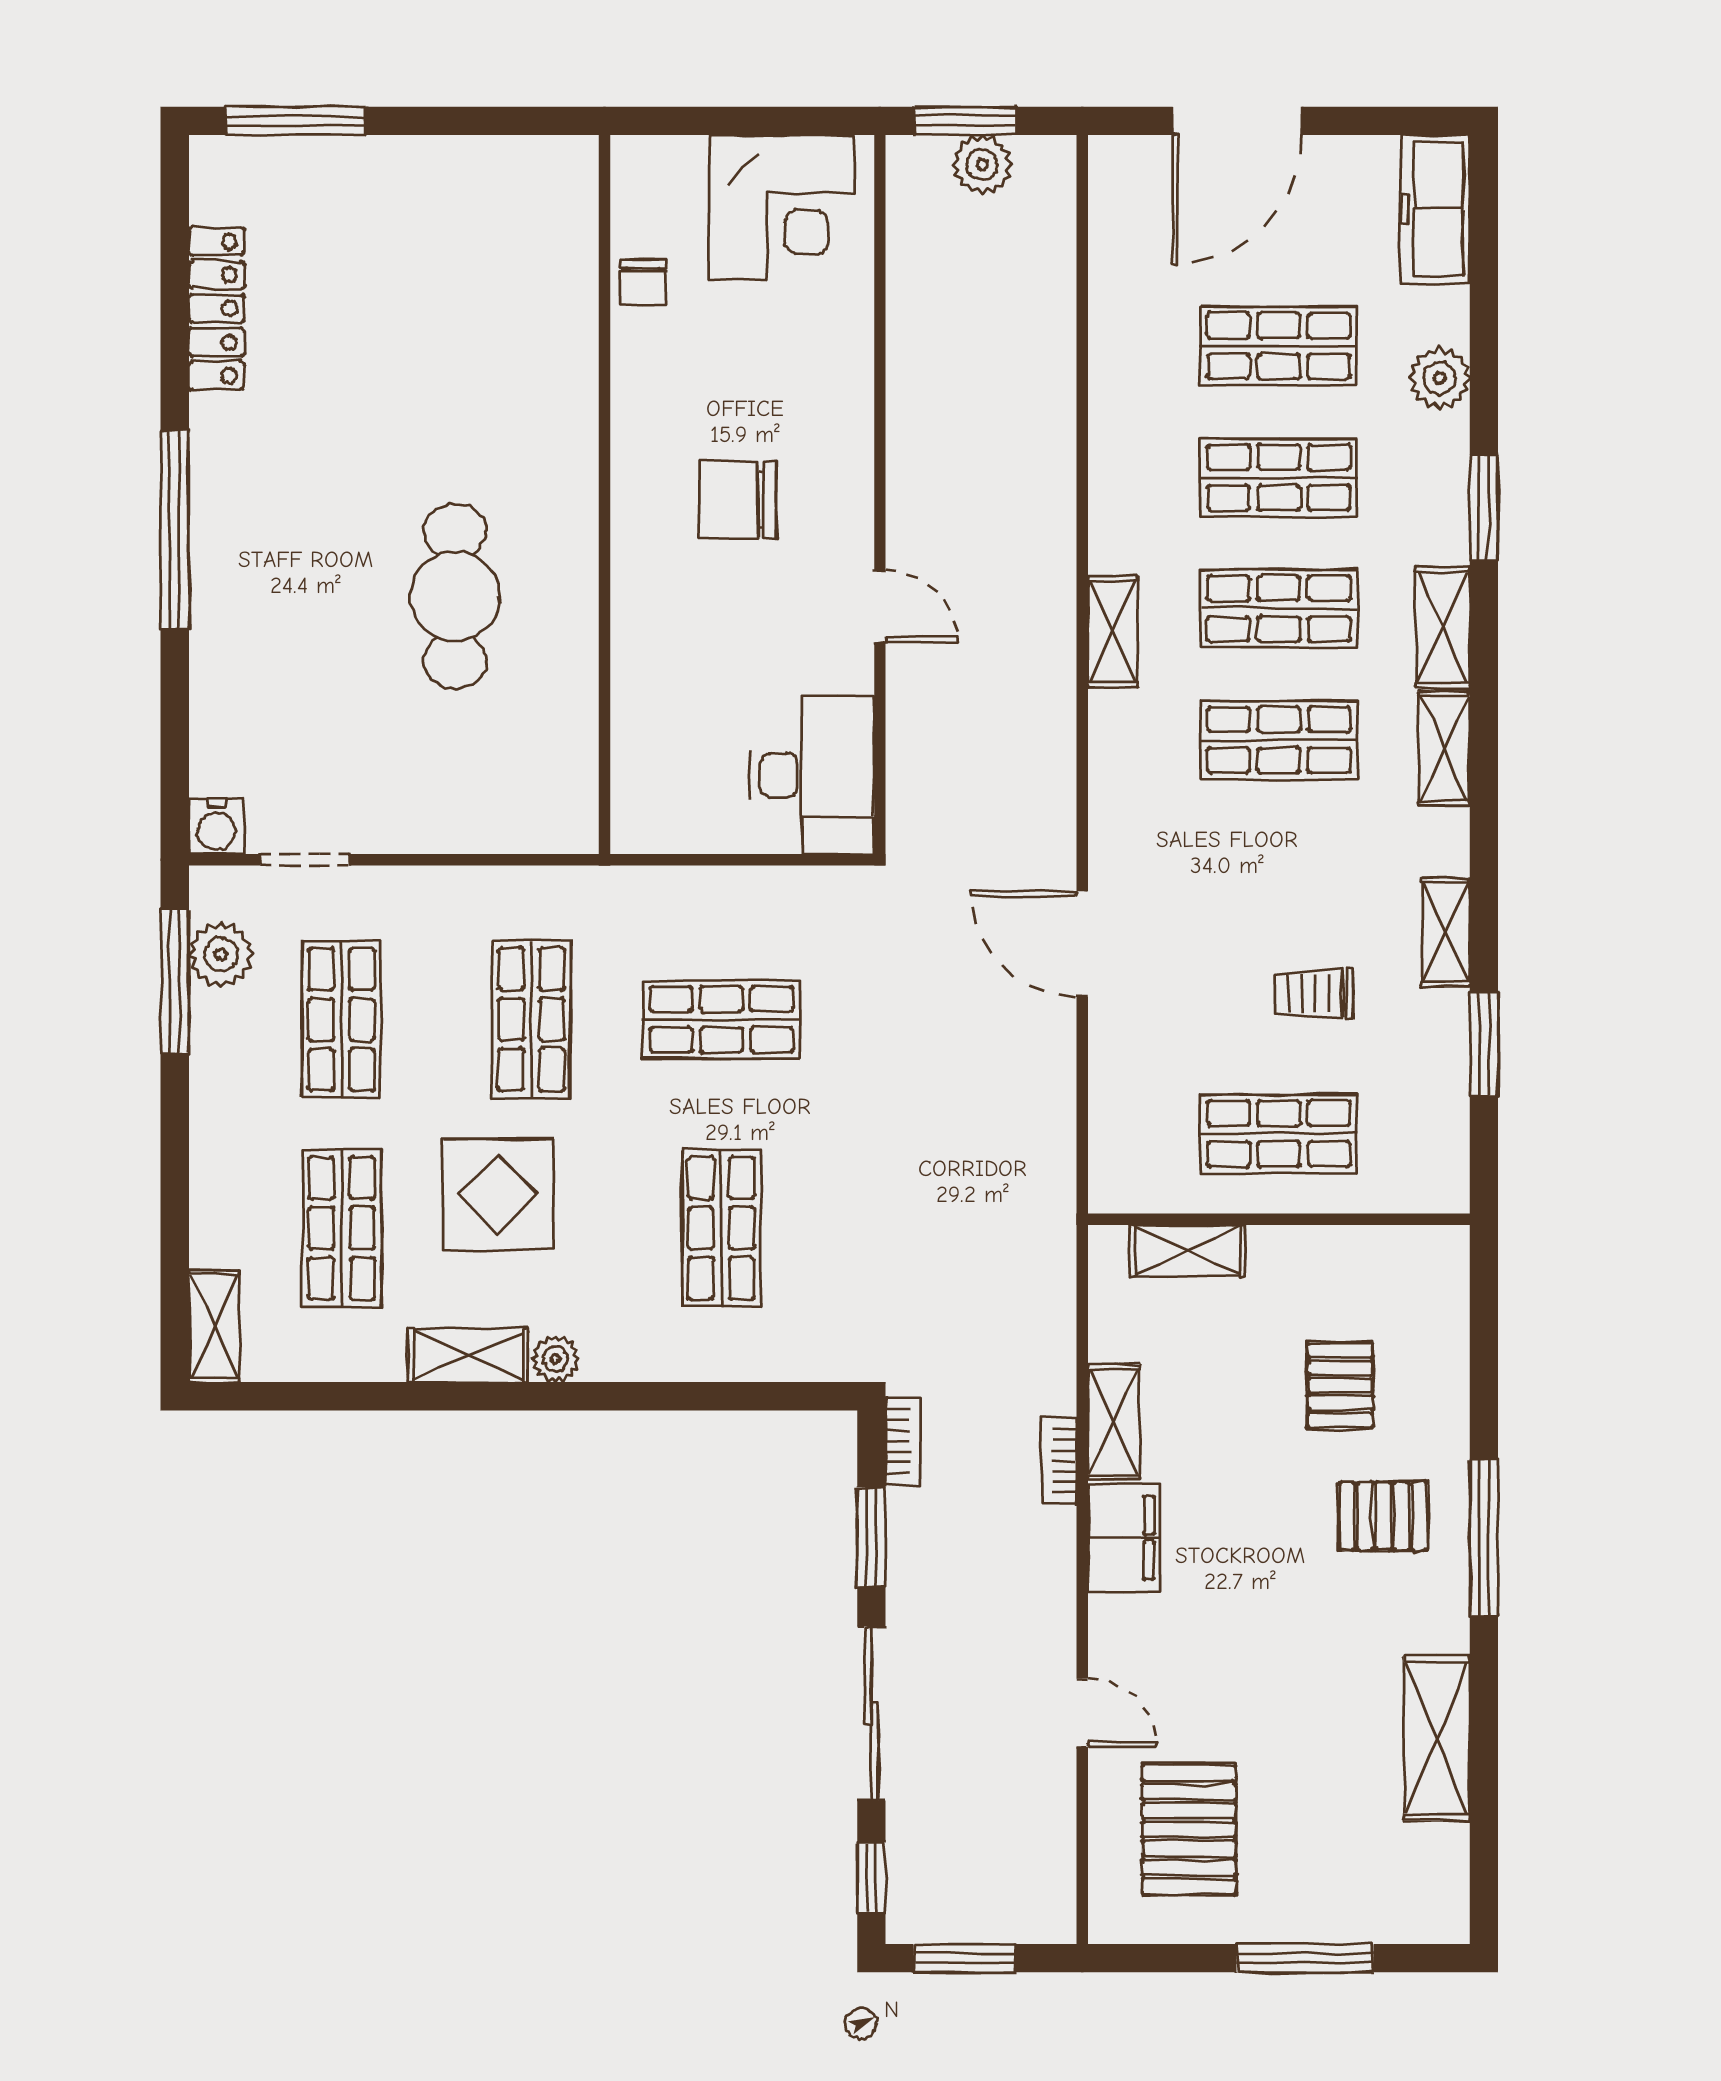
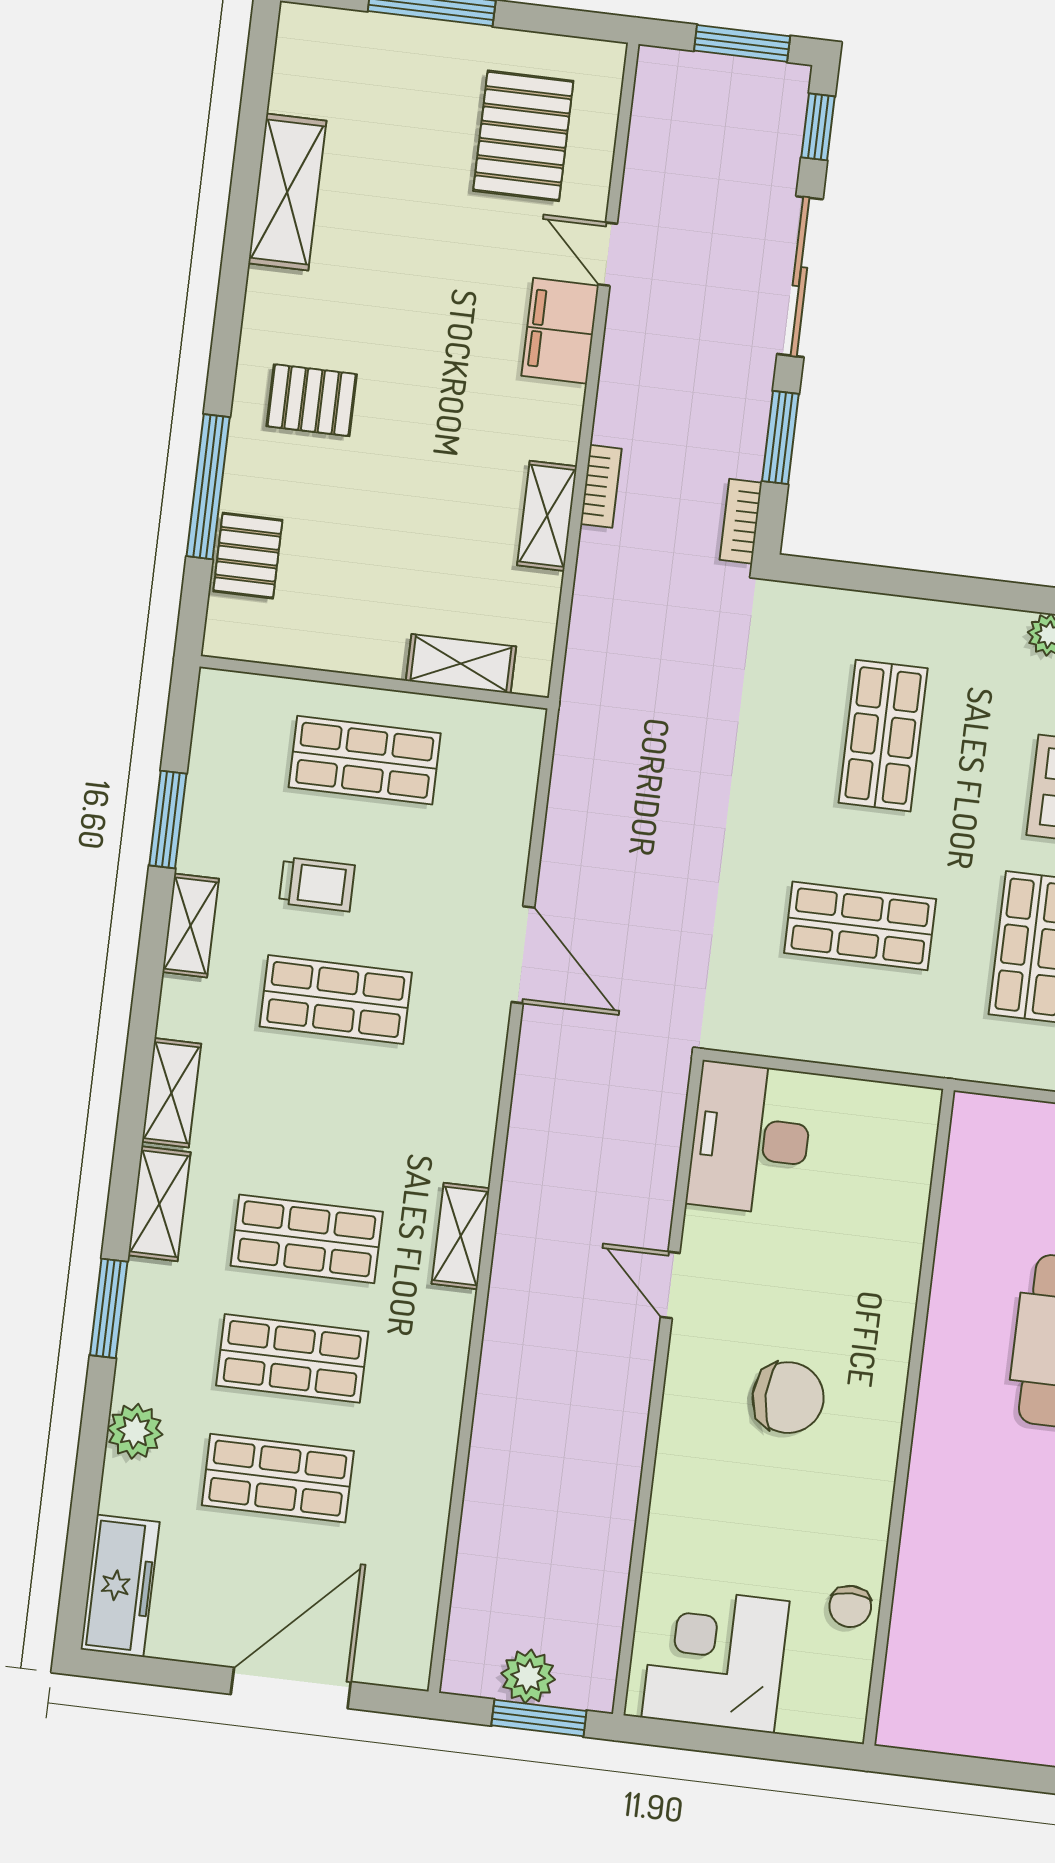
chair: (643, 282) -> (850, 1606), turned 180
shop shelf: (1279, 740) -> (336, 1000), moved
pallet: (1340, 1385) -> (248, 556), moved
filing cabinet: (1124, 1538) -> (560, 331), moved
window: (1484, 1538) -> (208, 487), moved

